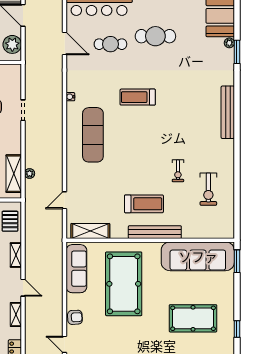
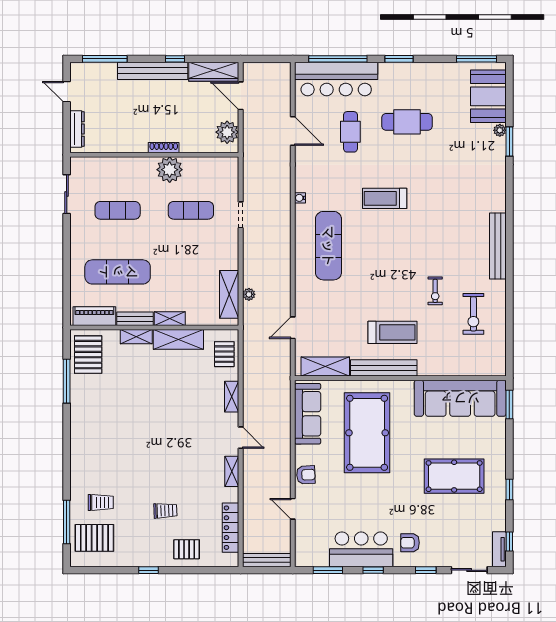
cafe table: (110, 44) -> (350, 132), turned 90
bench: (228, 112) -> (498, 246), moved
bench: (155, 232) -> (384, 368), moved

